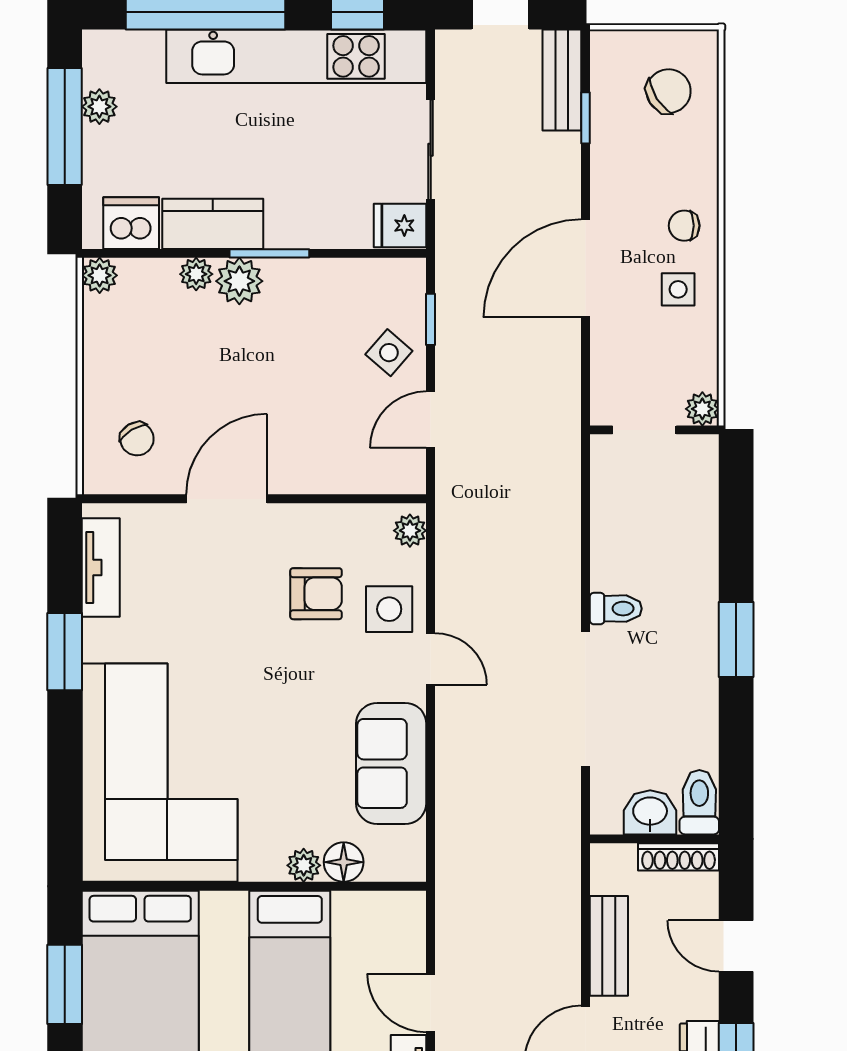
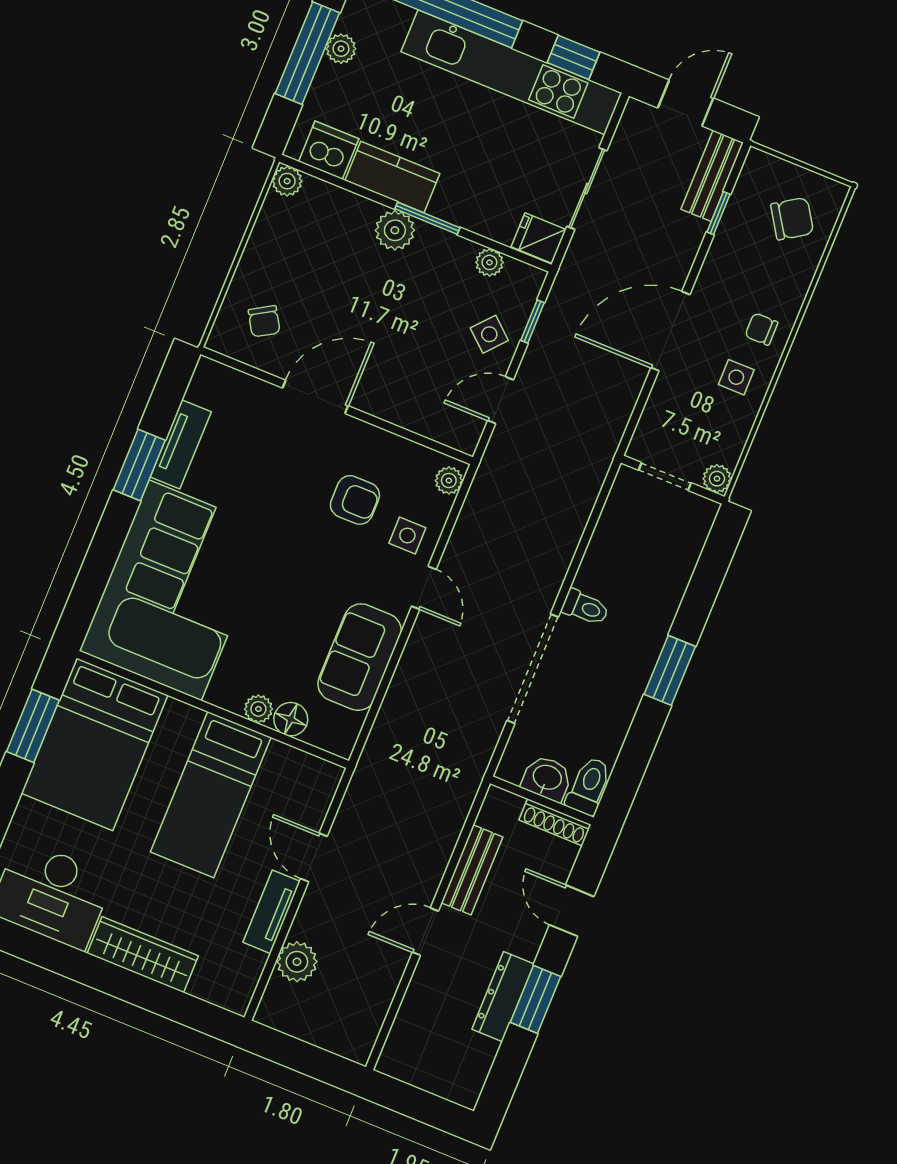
plant: (196, 274) -> (489, 262), moved
tv unit: (101, 567) -> (181, 444), moved
side table: (389, 609) -> (407, 535), width x0.73, depth x0.73

